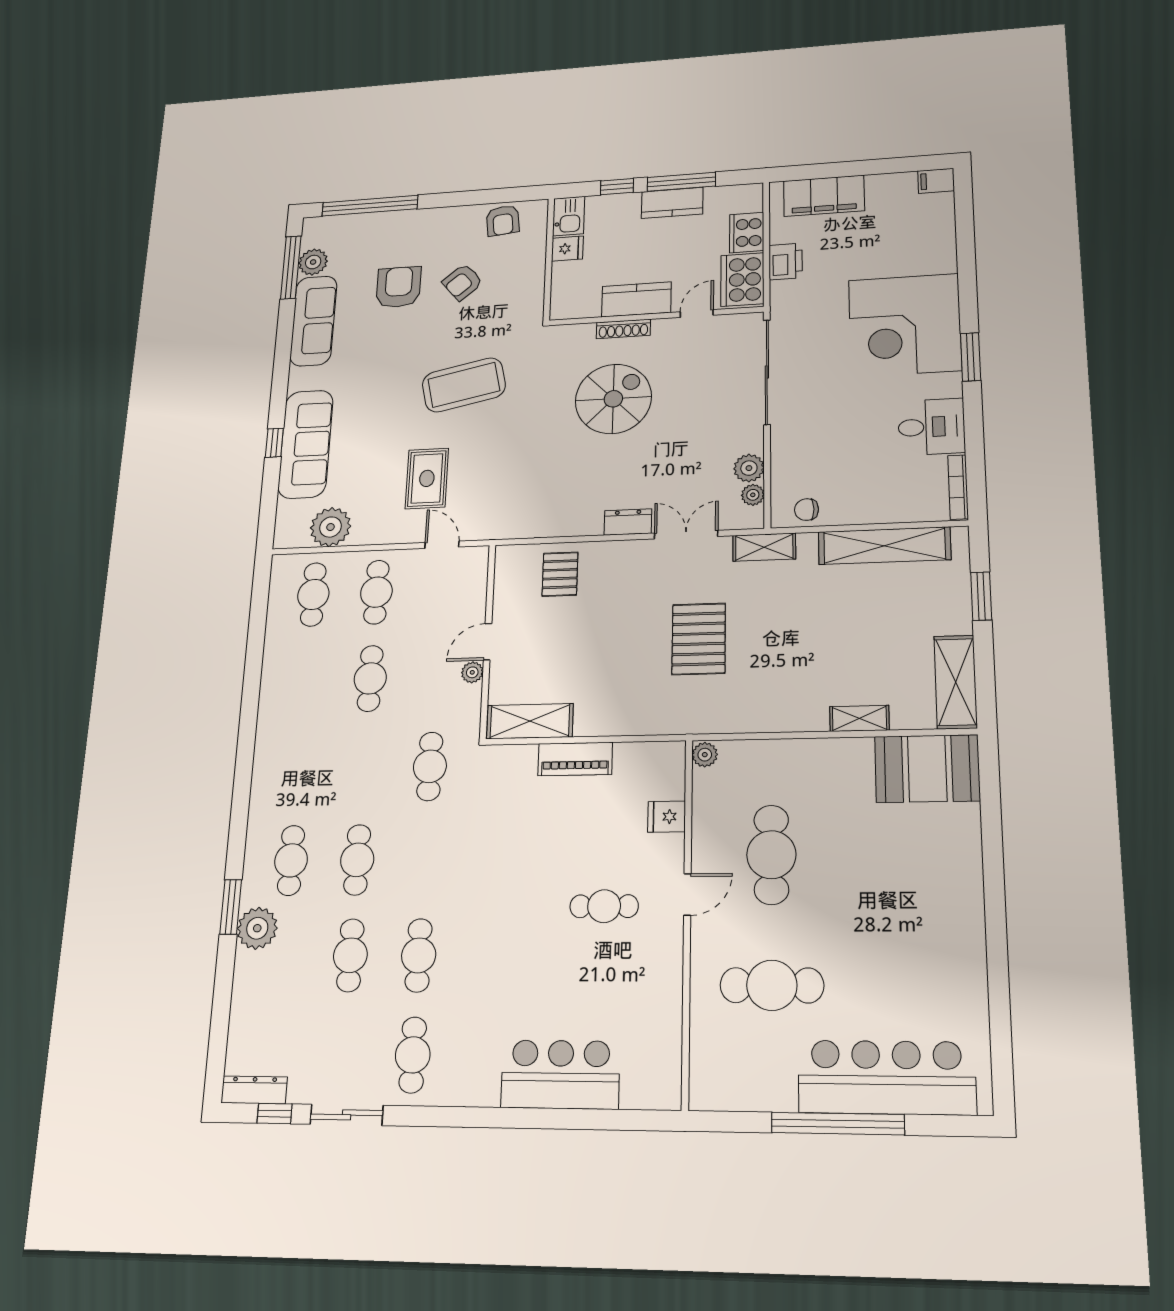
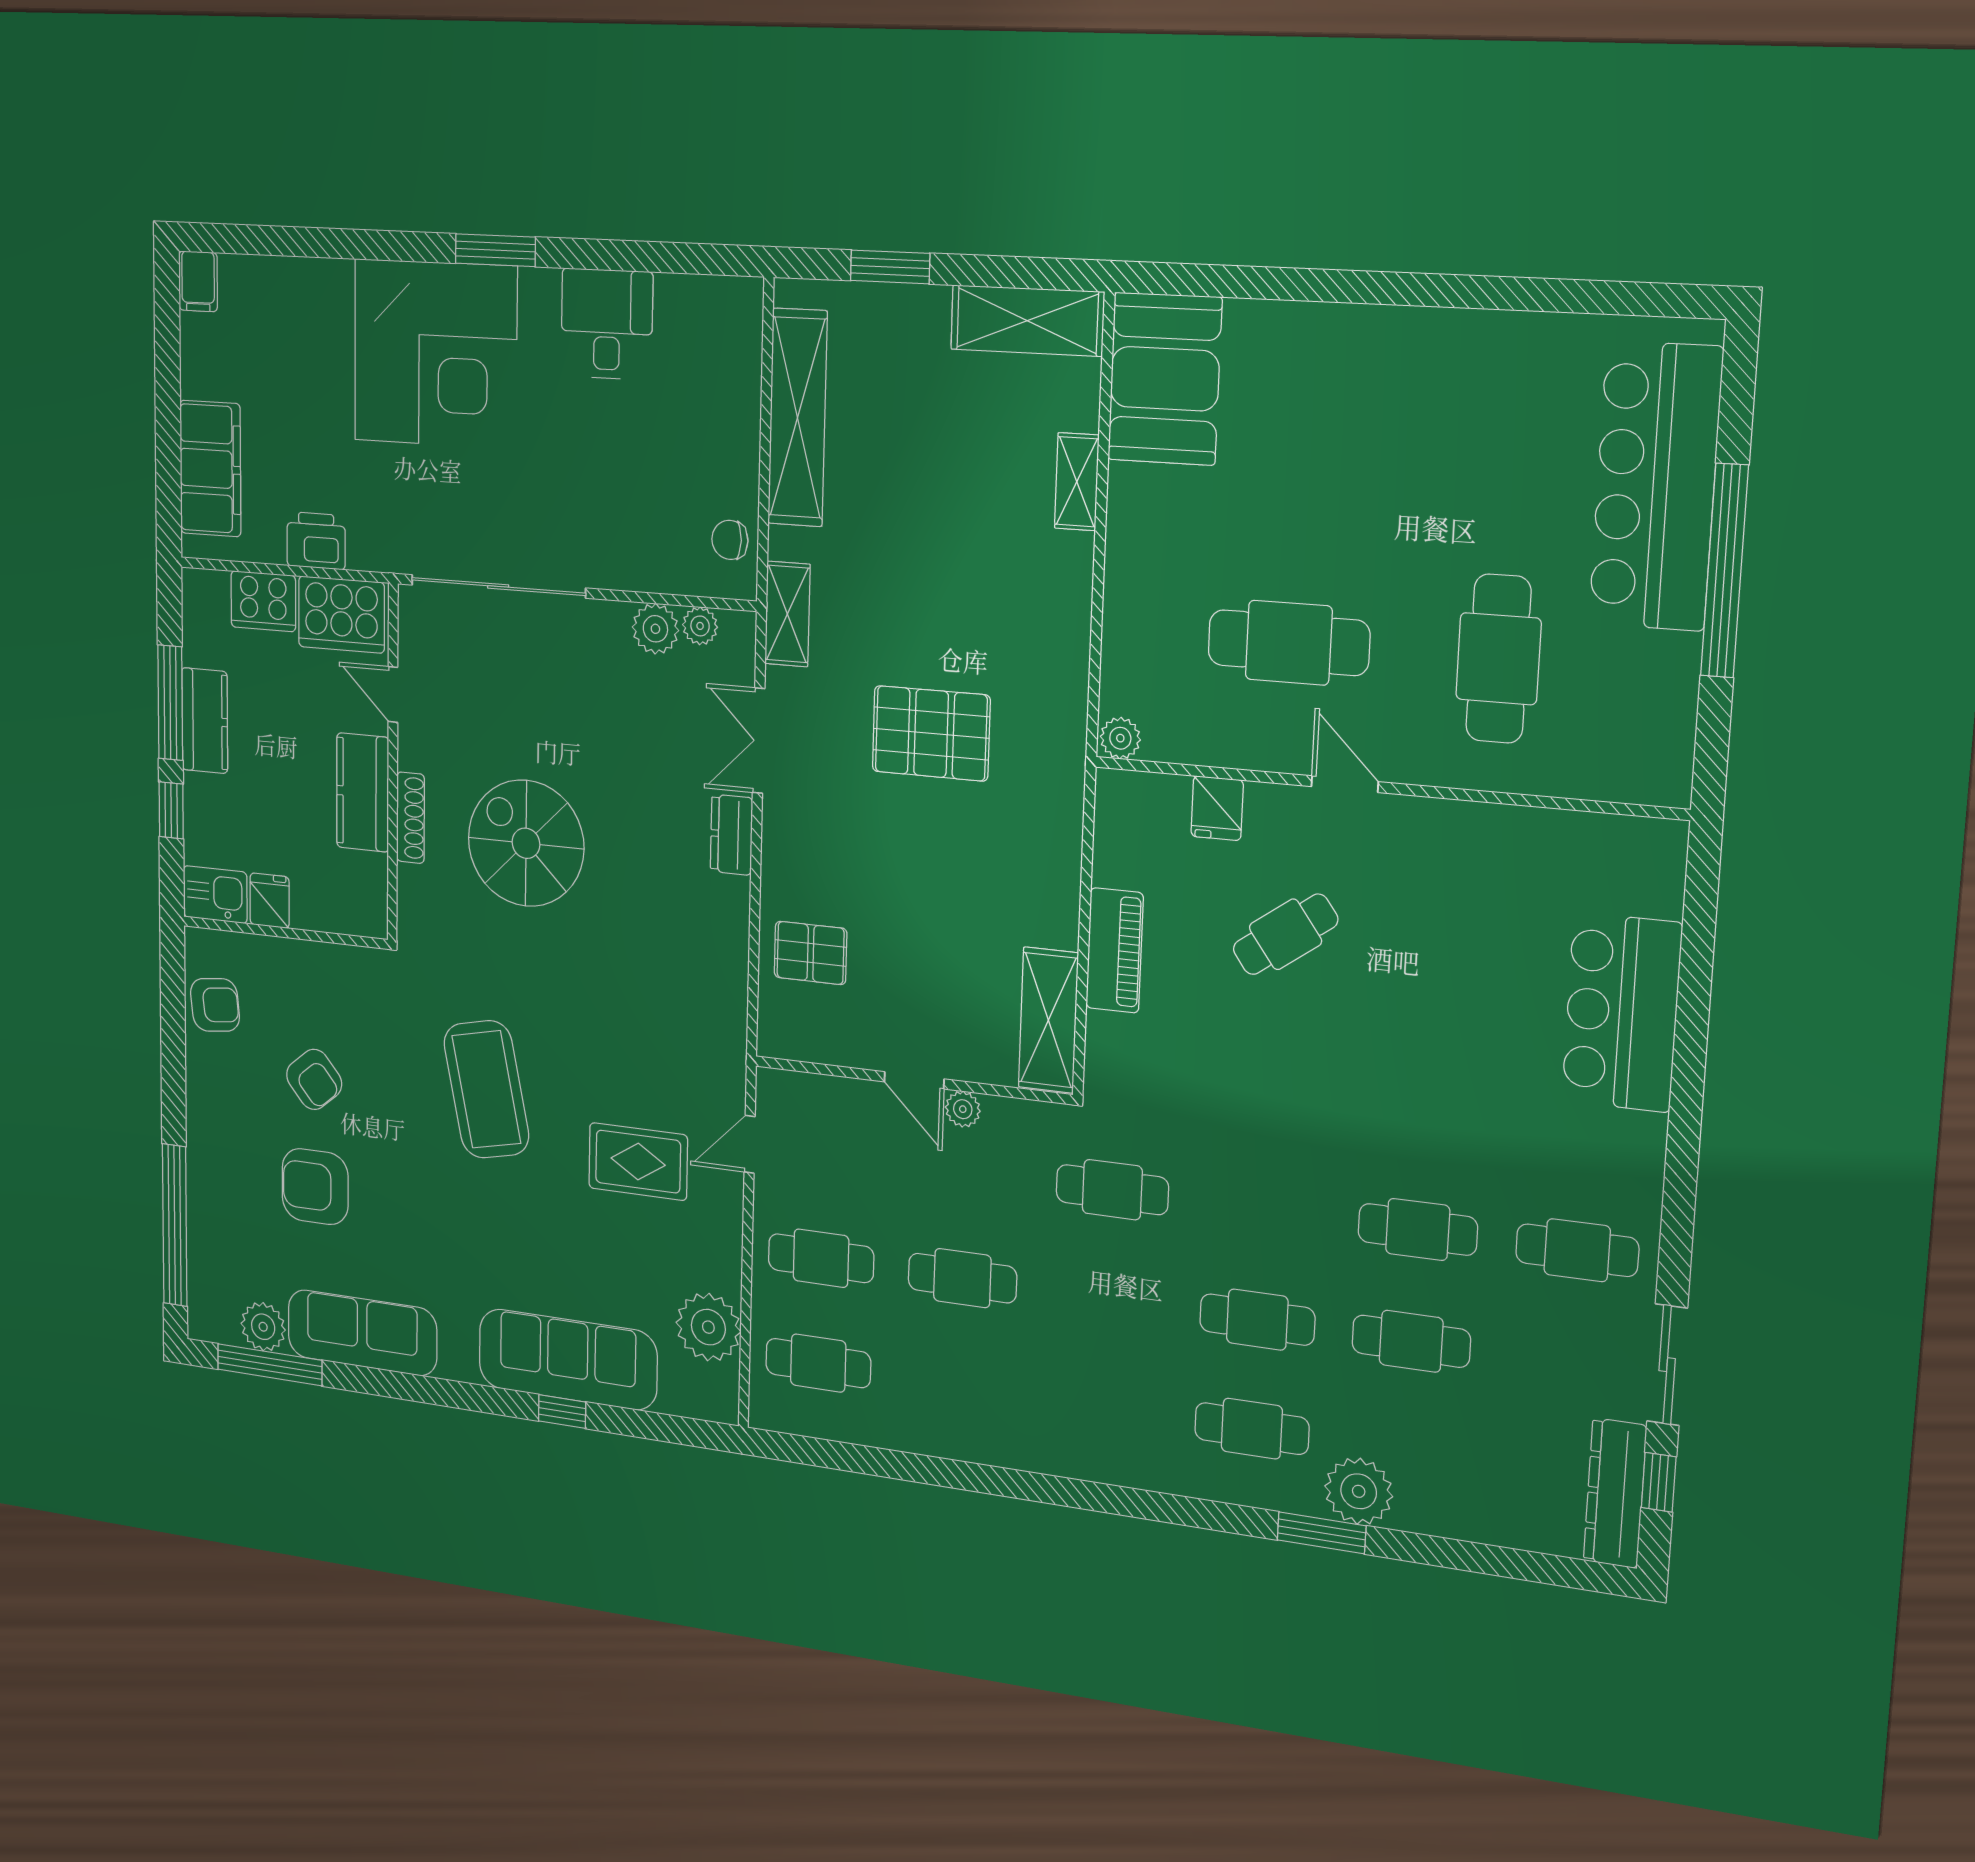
bookcase: (958, 487) -> (709, 289), removed
chair: (806, 510) -> (730, 540), turned 90
cafe table: (604, 906) -> (1285, 934), moved, turned 54
dresser: (254, 1090) -> (1615, 1493), width x1.37, depth x1.24

